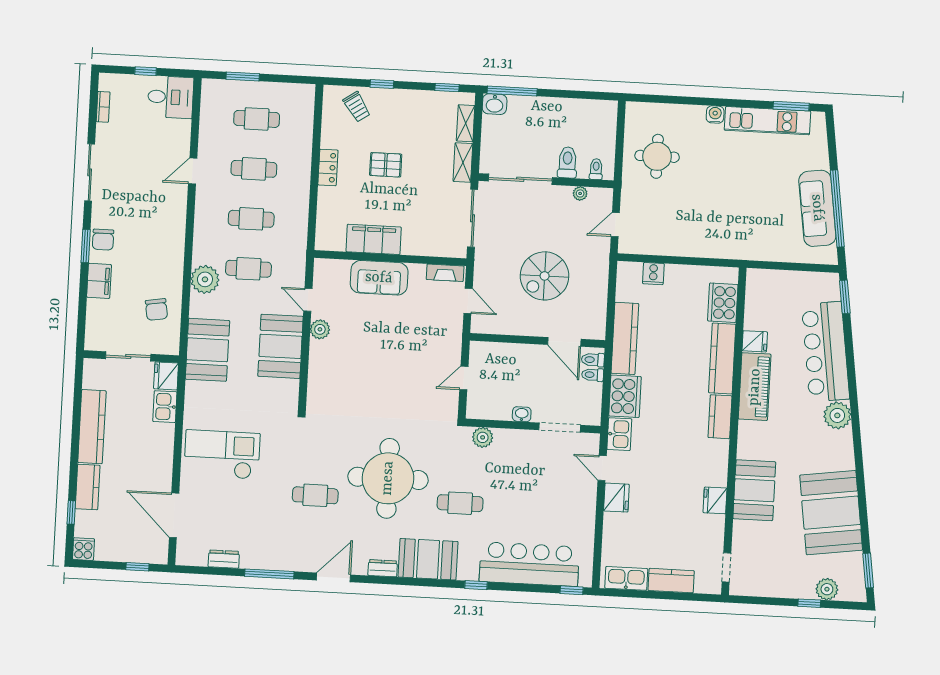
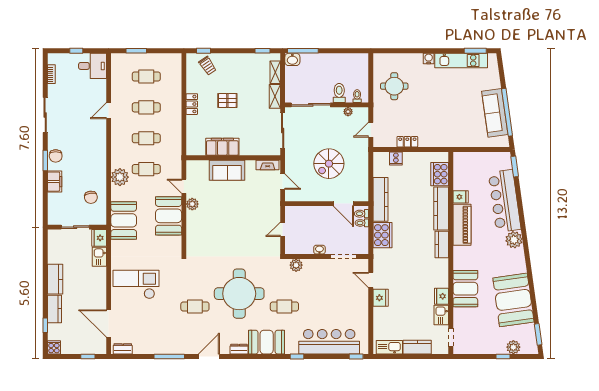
window: (382, 84) -> (203, 51), moved
locker: (673, 247) -> (407, 142), added
kitchen counter: (92, 427) -> (55, 279), width x0.67
kitchen sink: (619, 434) -> (441, 315), moved, turned 180
dresser: (224, 559) -> (123, 349), moved

